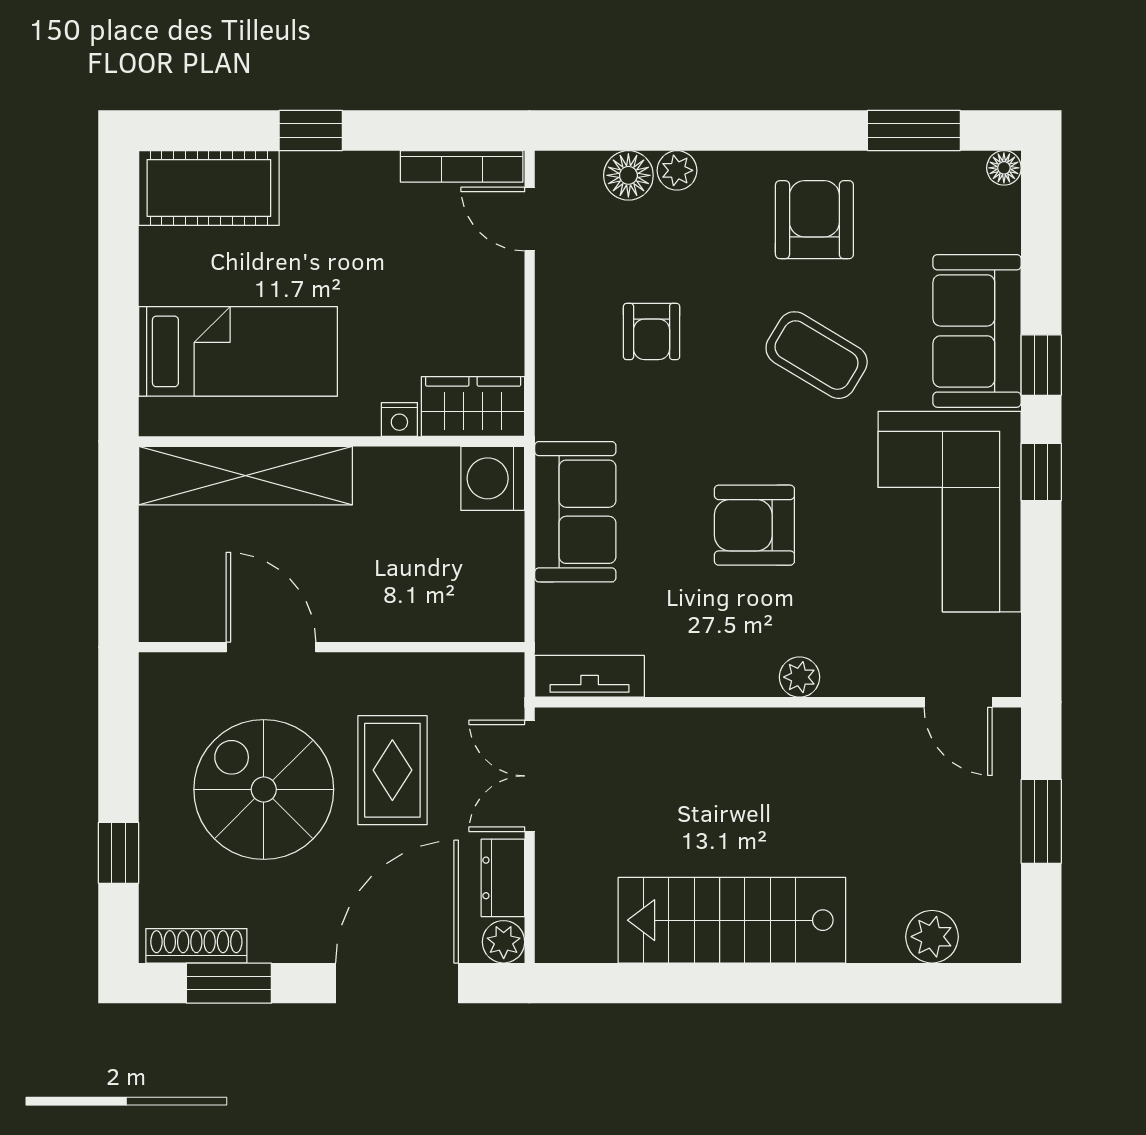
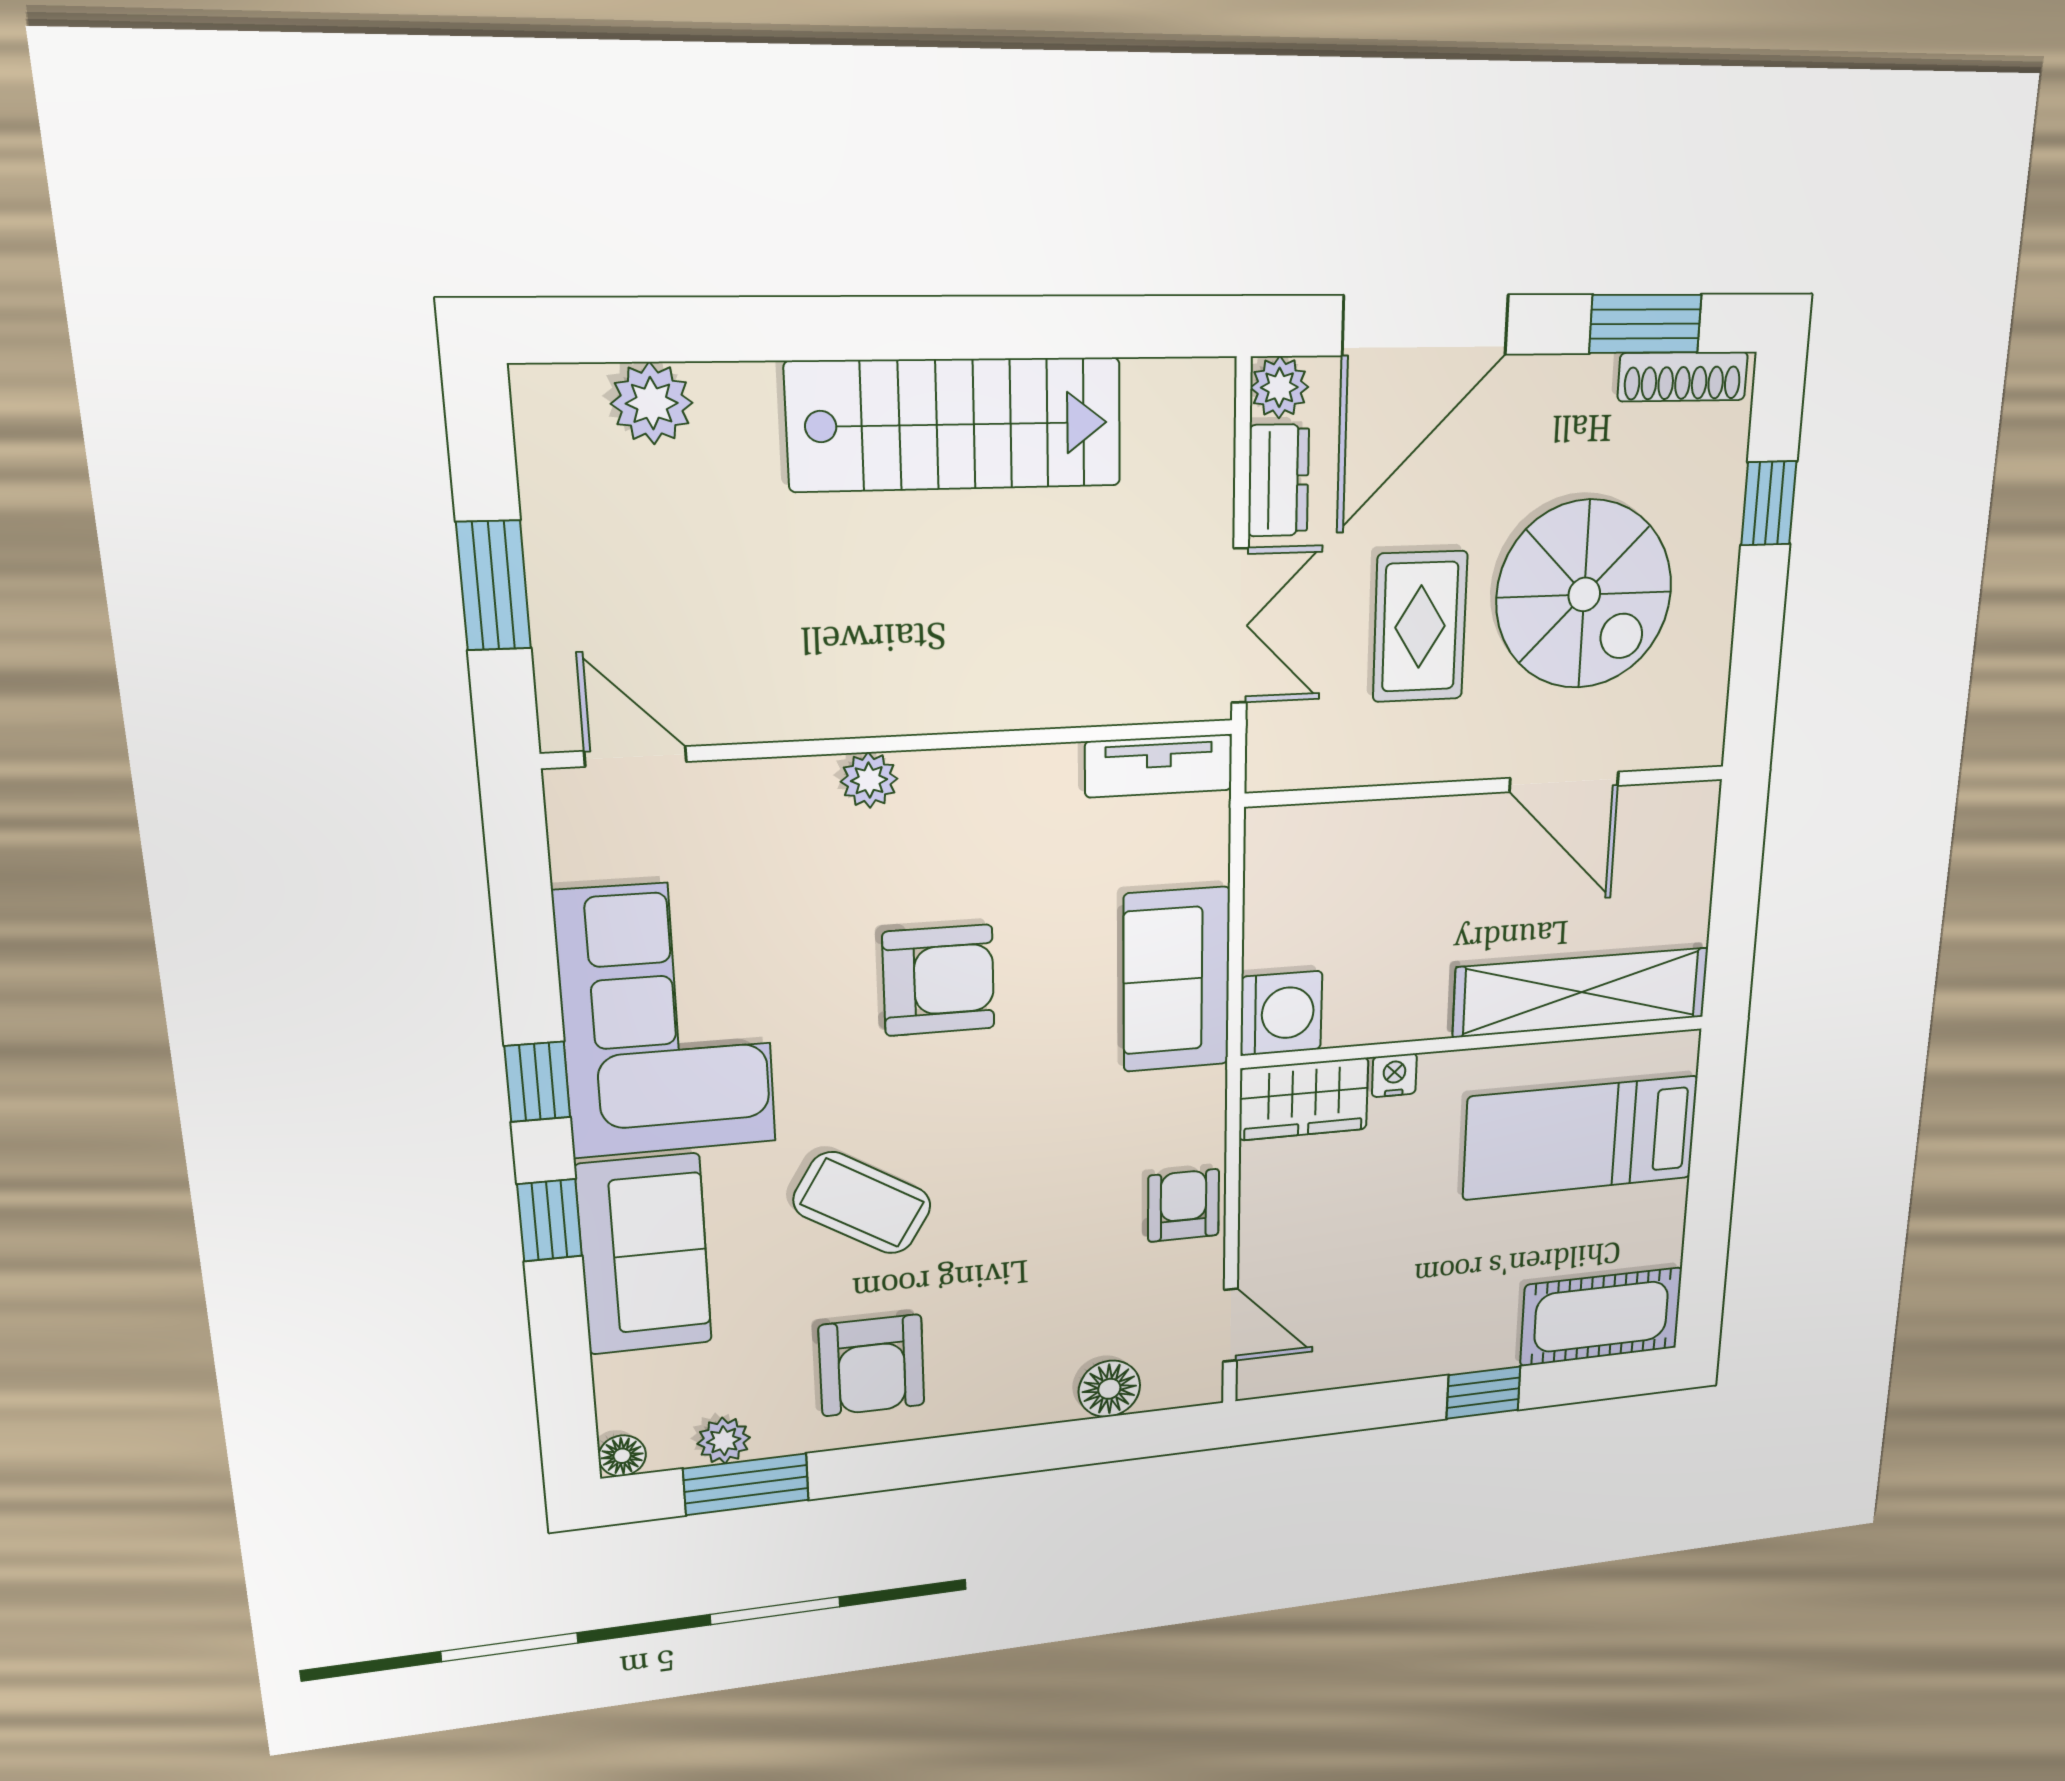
bookcase: (462, 166) -> (1311, 1375), removed
plant: (677, 170) -> (724, 1441), moved
armchair: (652, 331) -> (1184, 1205), moved

